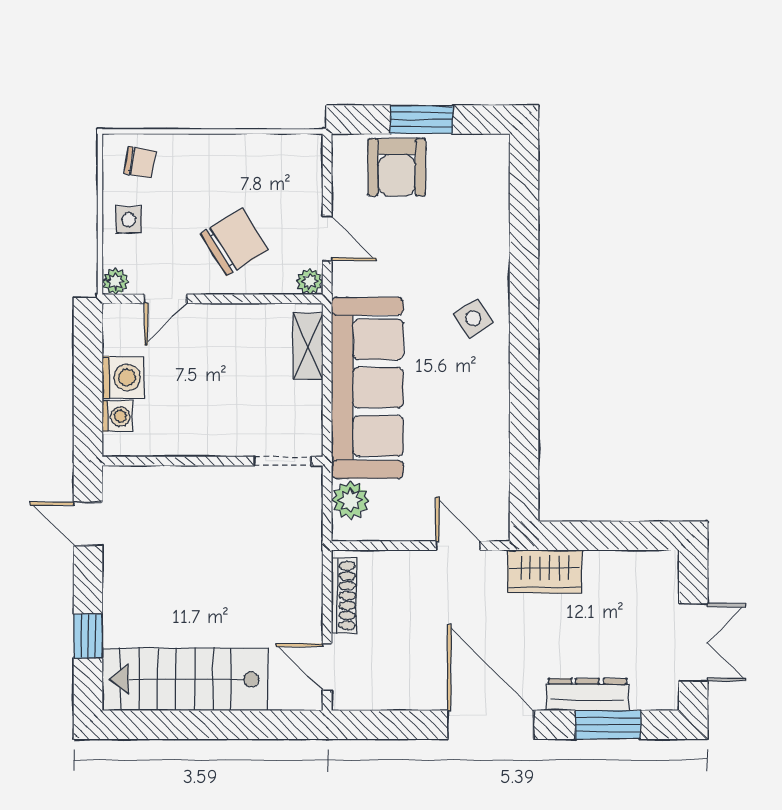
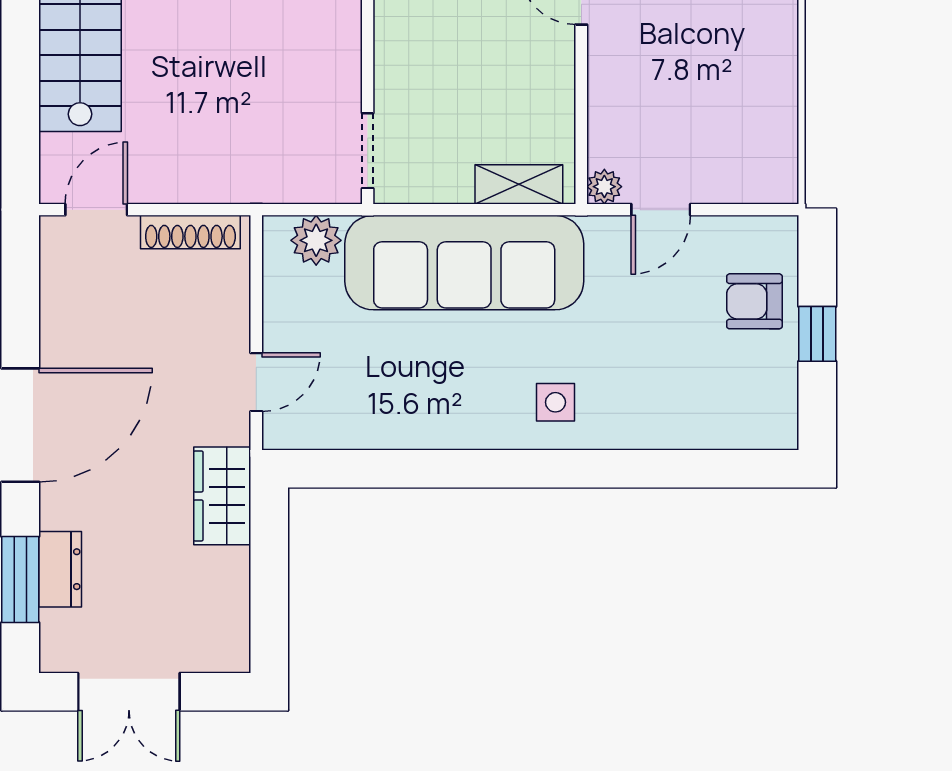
window: (422, 120) -> (817, 334), width x0.67
armchair: (397, 167) -> (754, 301), width x0.72, depth x0.72
chair: (234, 242) -> (656, 87), removed
side table: (473, 318) -> (555, 402), turned 33
dresser: (588, 695) -> (60, 569), width x0.70

